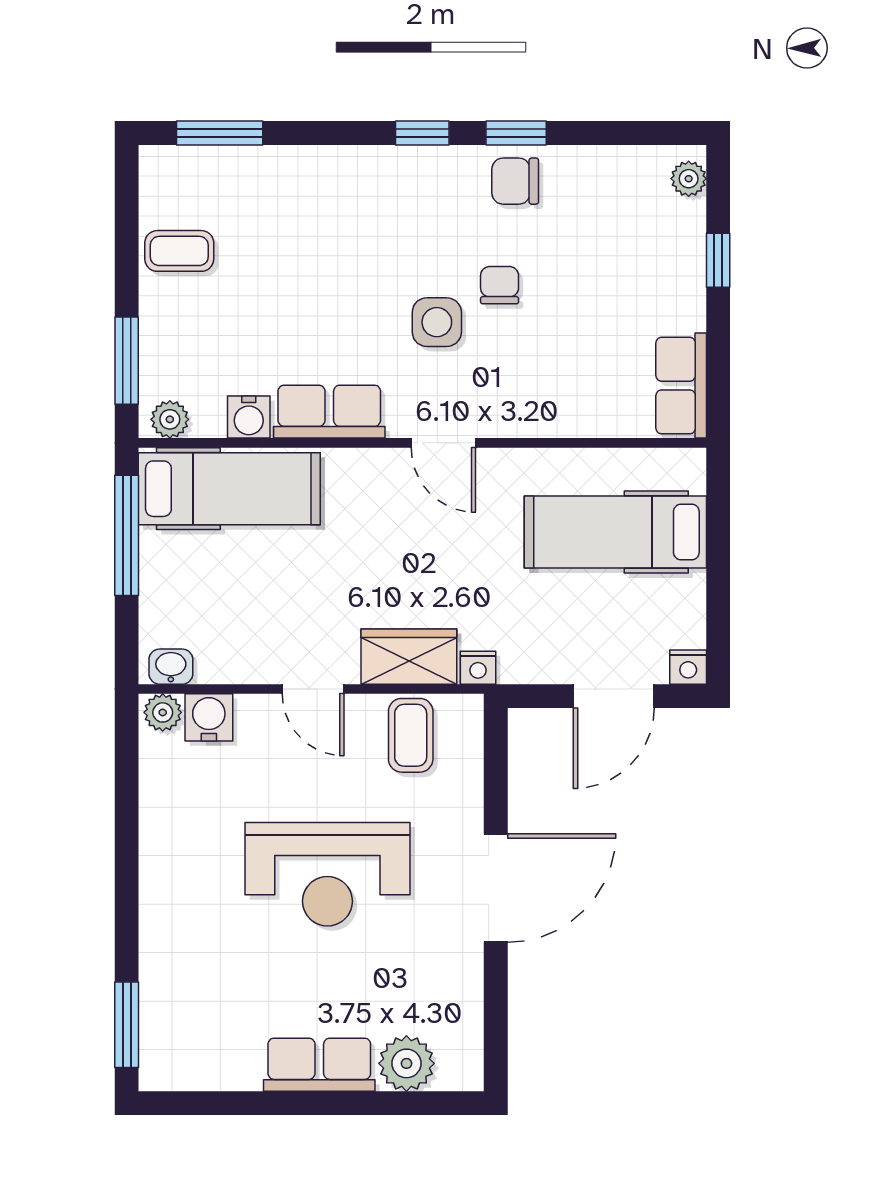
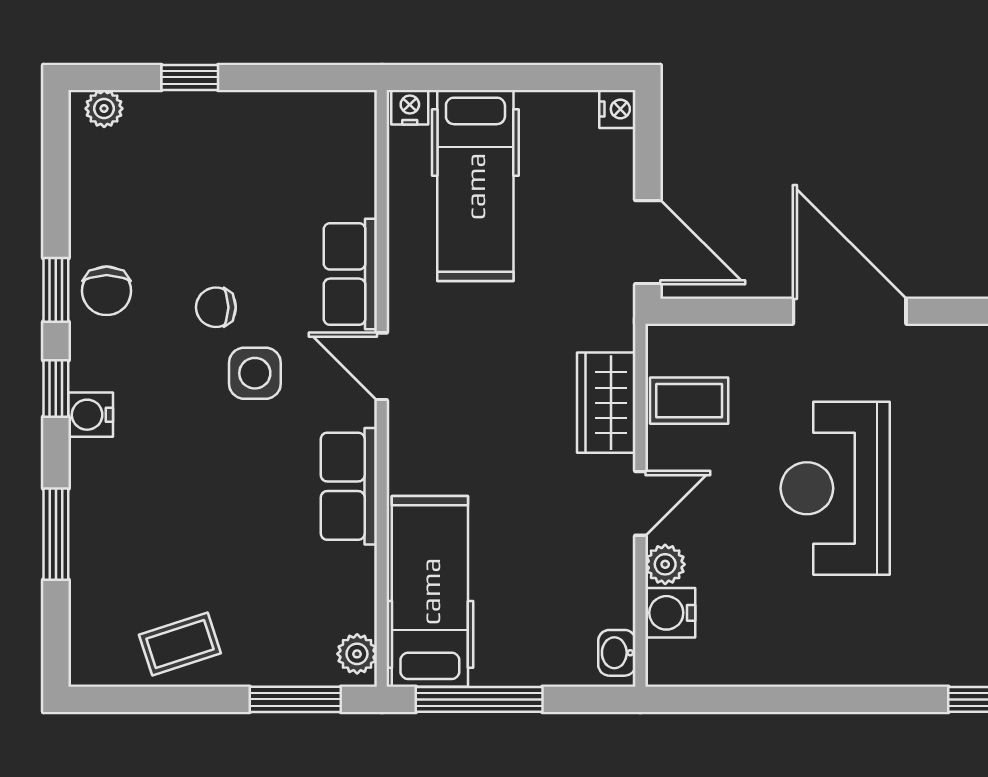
window: (220, 133) -> (56, 534), moved
coffee table: (179, 251) -> (180, 644), turned 72
row of seats: (681, 386) -> (350, 274), moved, turned 90
water cooler: (249, 417) -> (91, 415), moved, turned 180
door: (443, 443) -> (382, 366), swing flipped
nightstand: (478, 668) -> (410, 107), moved, turned -90
door: (614, 696) -> (648, 242), moved
plant: (163, 712) -> (665, 564), moved
reception desk: (327, 874) -> (835, 488), turned 180

